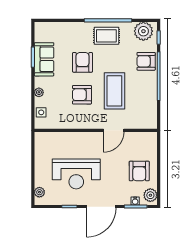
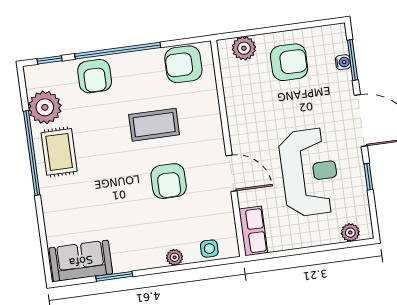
plant: (143, 31) -> (45, 107), moved
sofa: (44, 59) -> (81, 261), moved
armchair: (83, 62) -> (183, 64), moved
coffee table: (114, 91) -> (154, 125), width x0.73, depth x0.76
door: (114, 130) -> (231, 173), moved
row of seats: (48, 138) -> (253, 231), added
plant: (150, 195) -> (244, 48), moved

